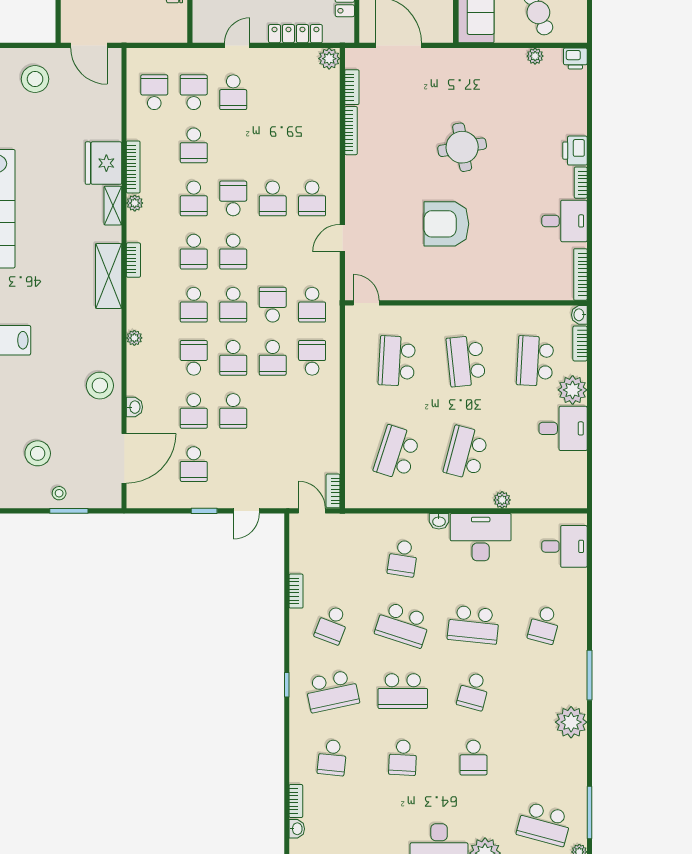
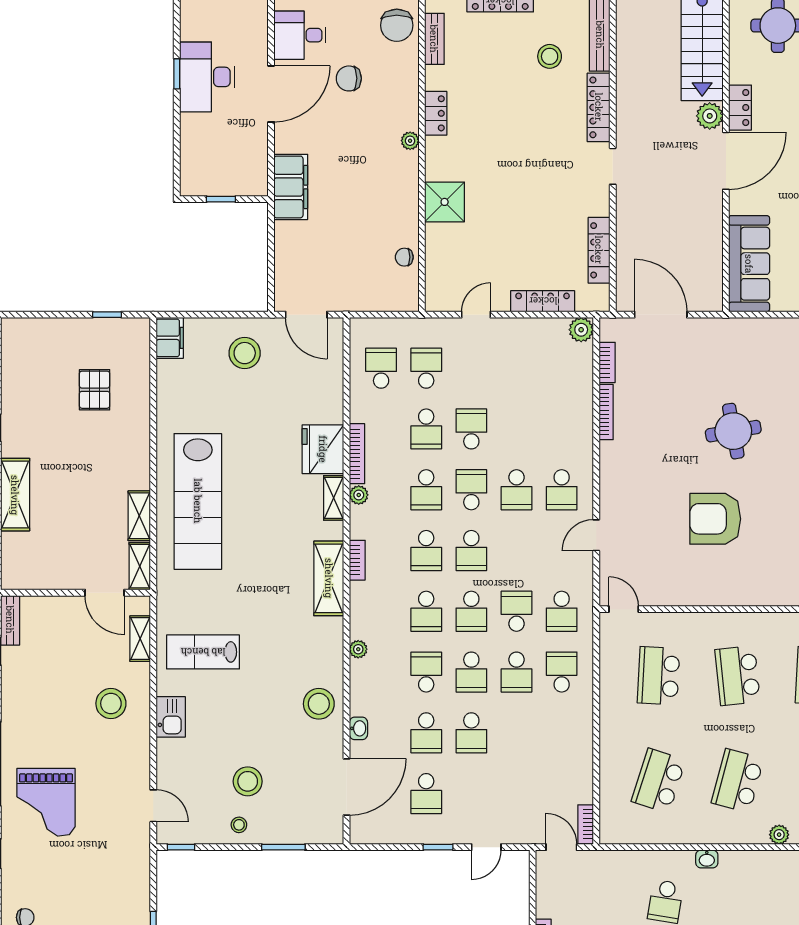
school desk: (233, 92) -> (471, 429), moved, turned 180
stool: (59, 493) -> (239, 825), moved
desk: (481, 537) -> (754, 877), removed

